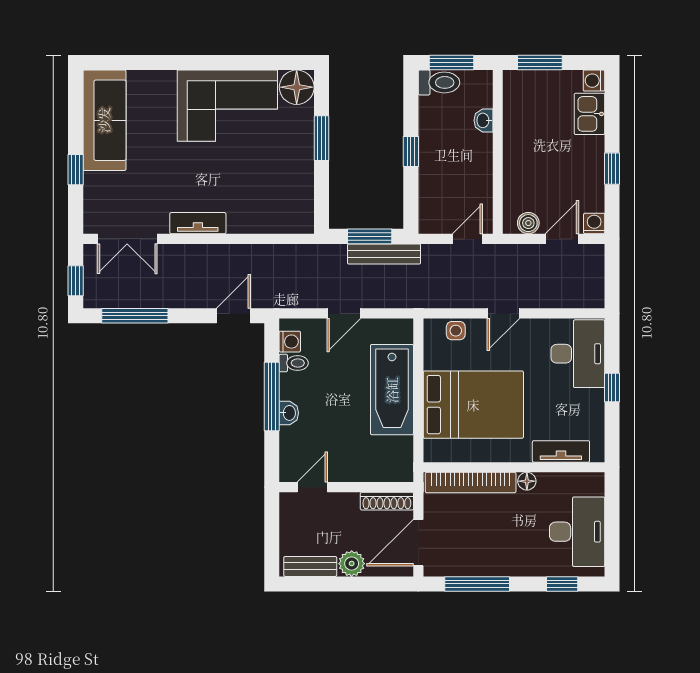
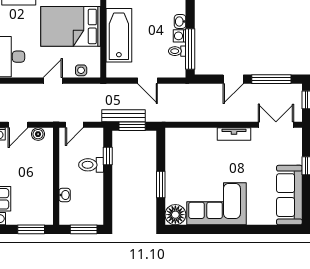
toilet: (439, 82) -> (91, 165), moved
window: (411, 152) -> (108, 156), moved
door: (344, 313) -> (147, 81), swing flipped
door: (233, 316) -> (233, 79), moved
washing machine: (290, 342) -> (179, 36), moved
window: (272, 397) -> (190, 49), moved

